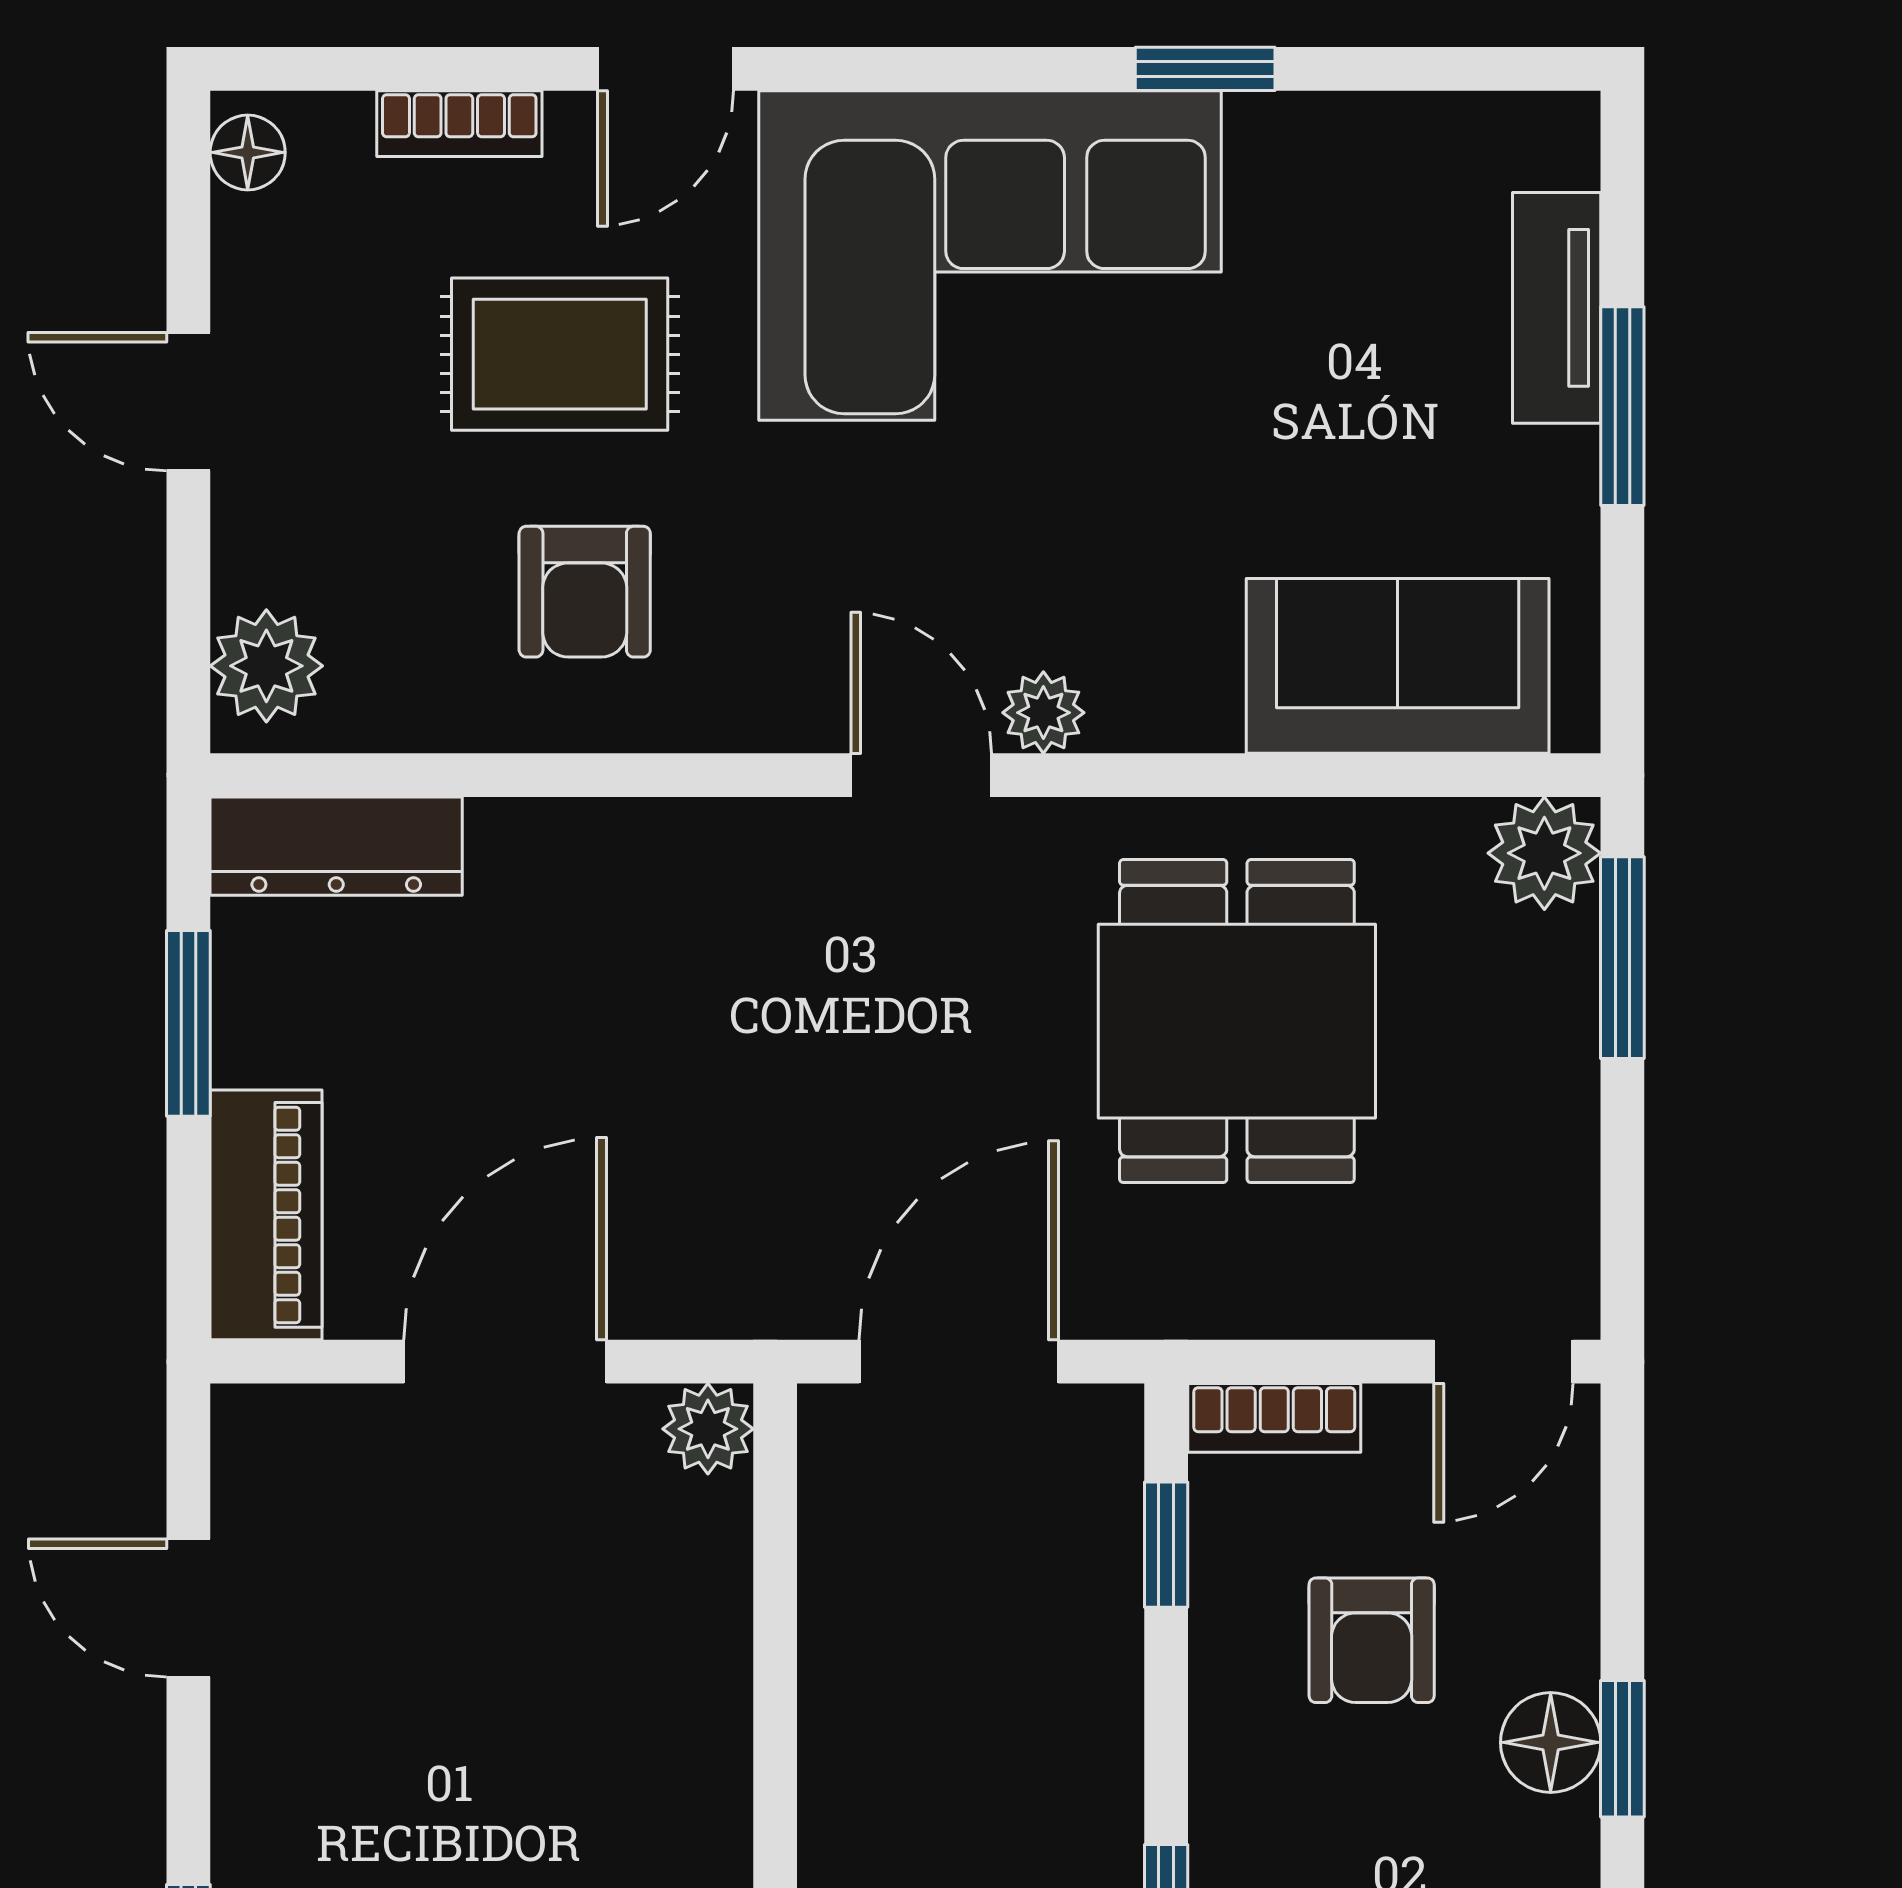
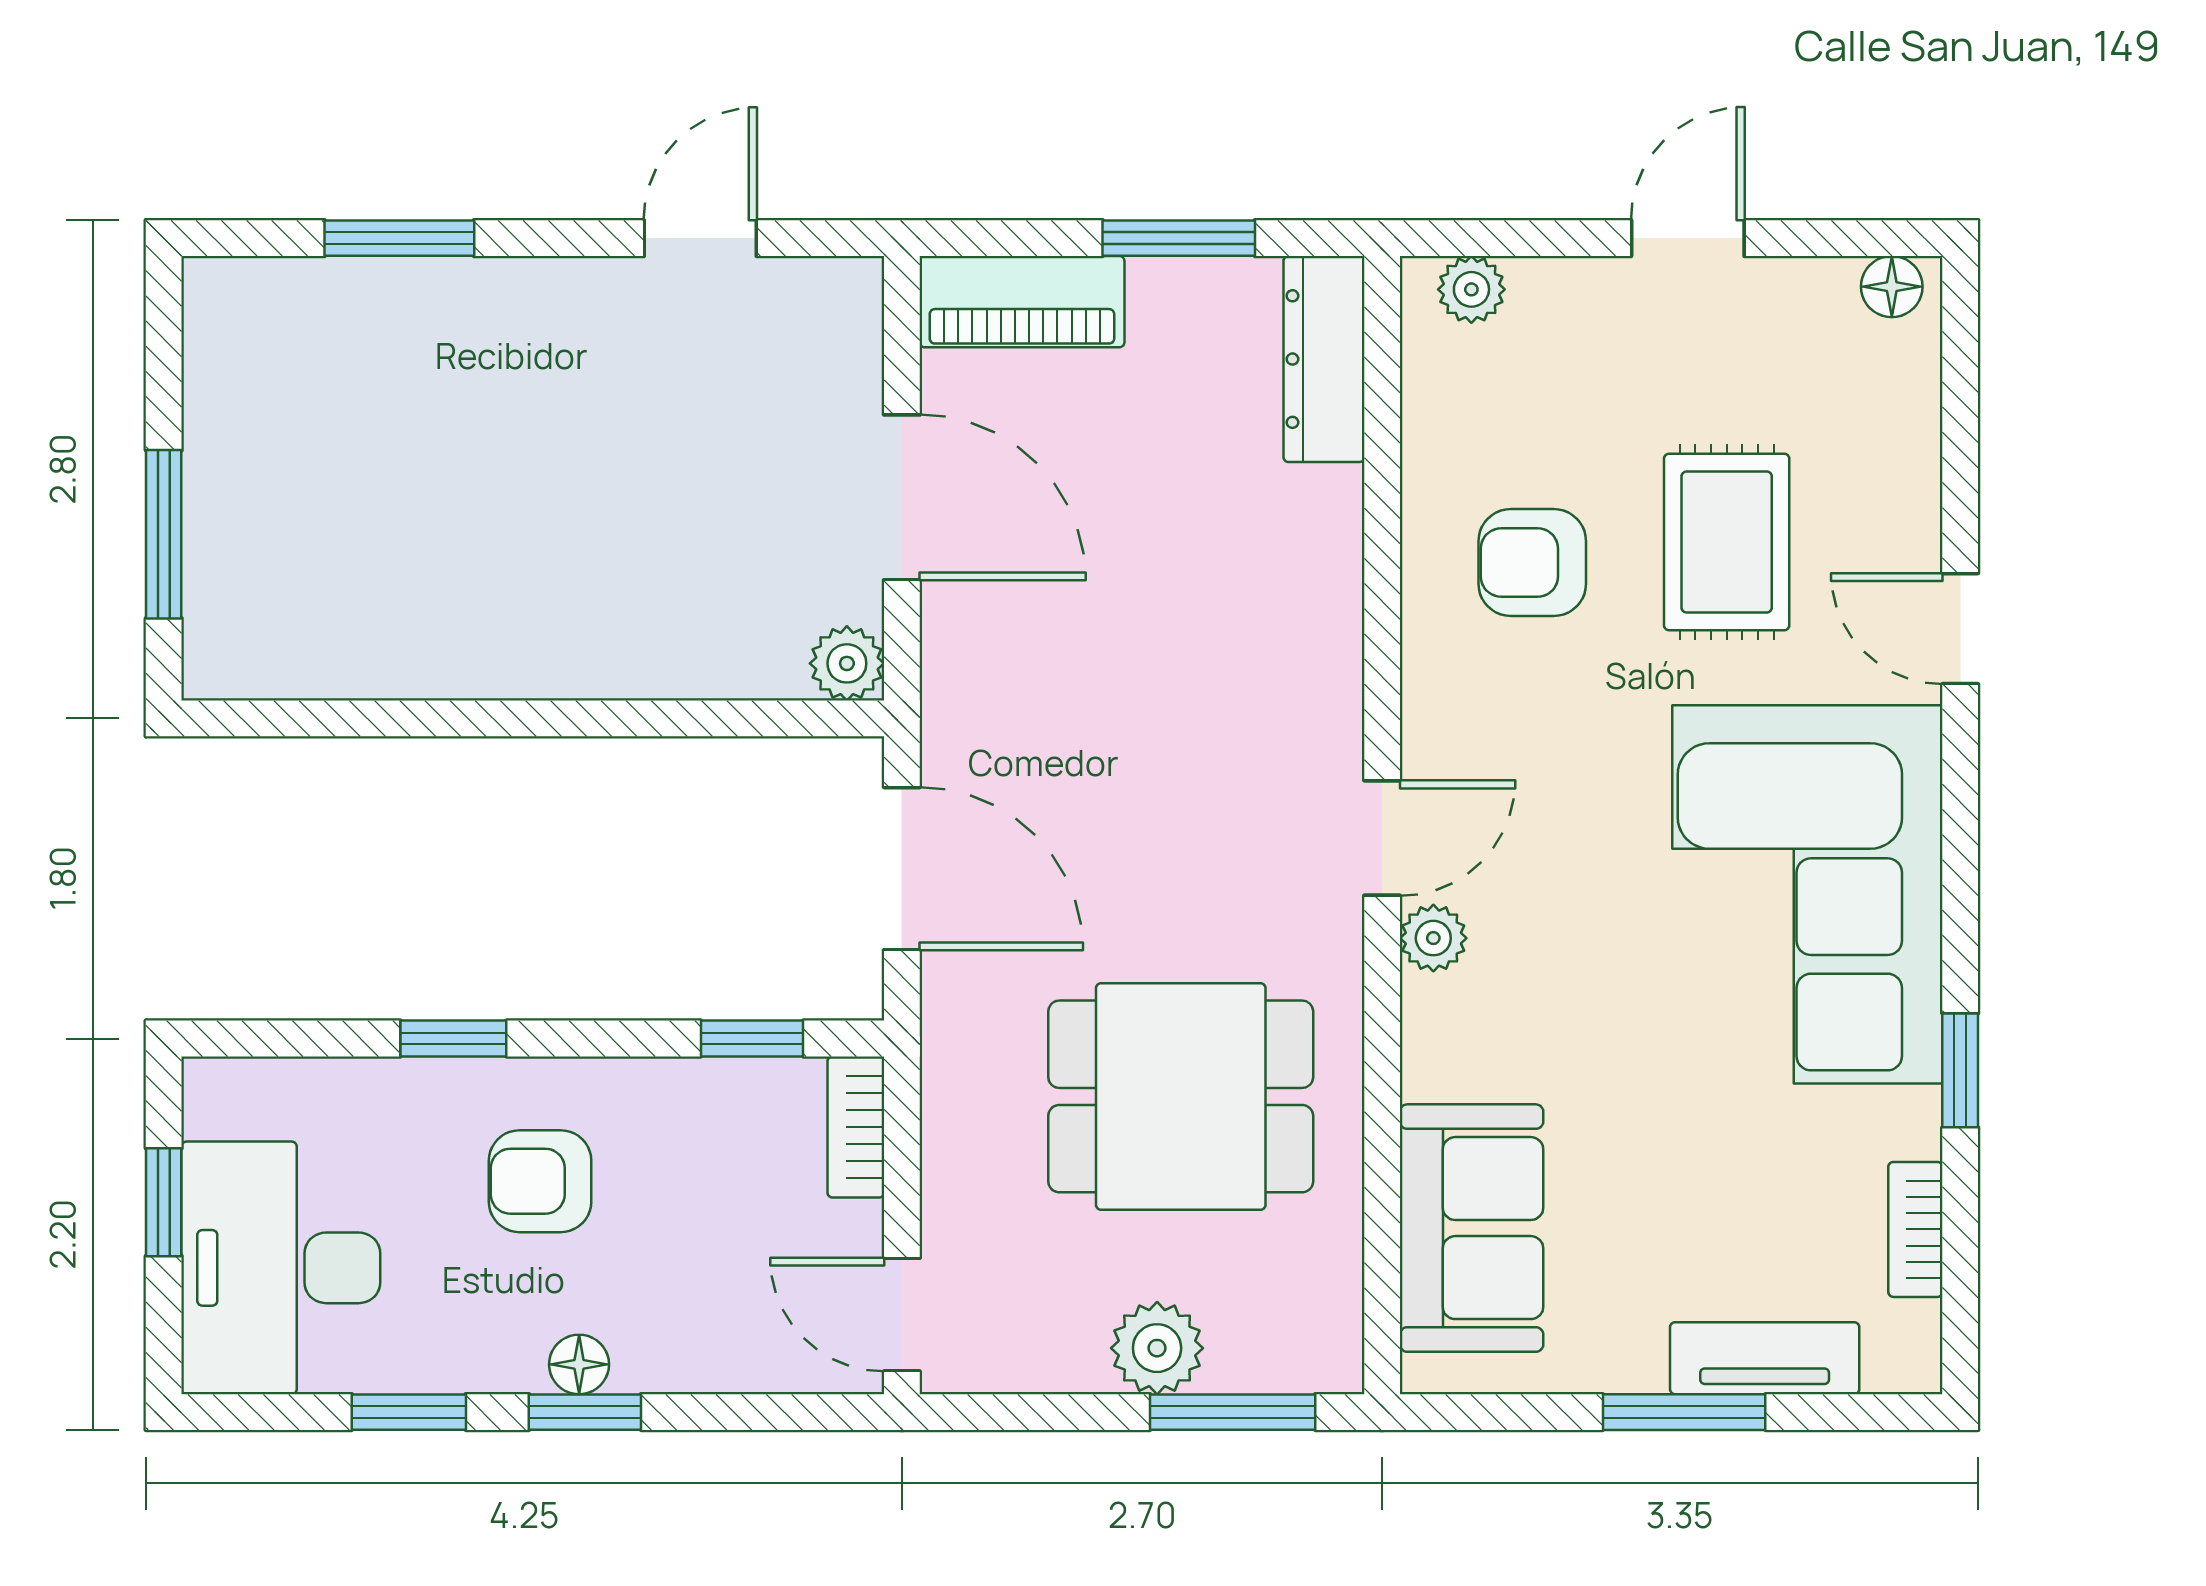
bookcase: (459, 124) -> (1915, 1229), moved
plant: (266, 666) -> (1471, 289), width x0.73, depth x0.73
plant: (1544, 853) -> (1157, 1348), moved
armchair: (1372, 1640) -> (540, 1181), moved
floor lamp: (1551, 1742) -> (579, 1364), width x0.73, depth x0.73

